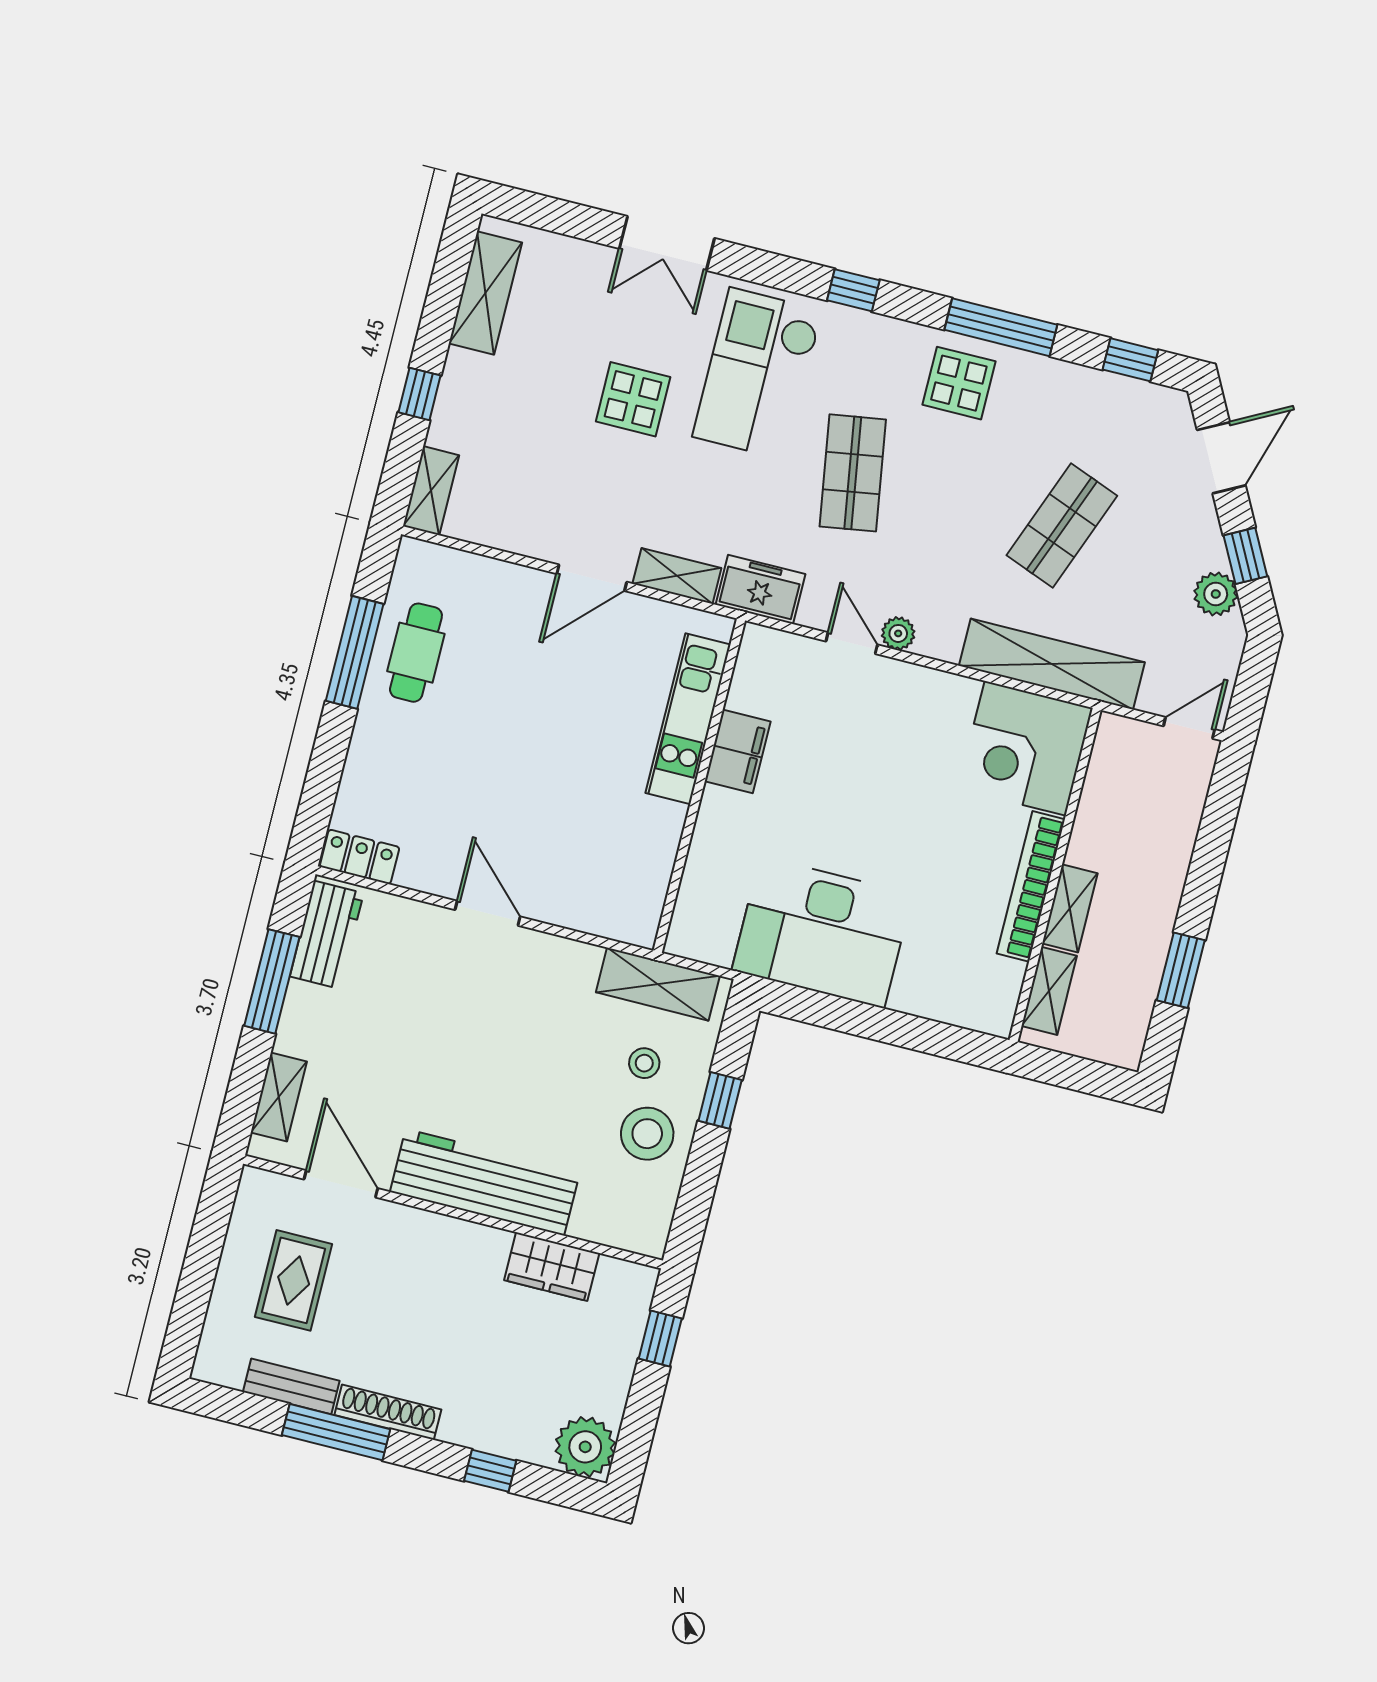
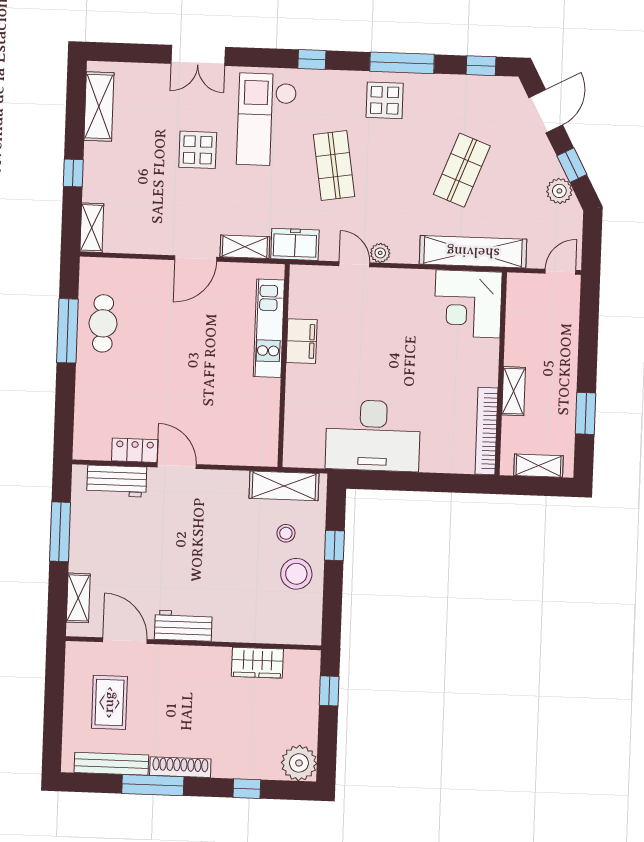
locker: (360, 857) -> (135, 450), moved
bookcase: (1031, 886) -> (487, 431), moved
workbench: (327, 935) -> (117, 481), moved, turned 90
shelving: (1049, 991) -> (539, 466), moved, turned 90
workbench: (485, 1182) -> (183, 626), width x0.53, depth x0.76
bench: (291, 1386) -> (111, 764), width x1.36

